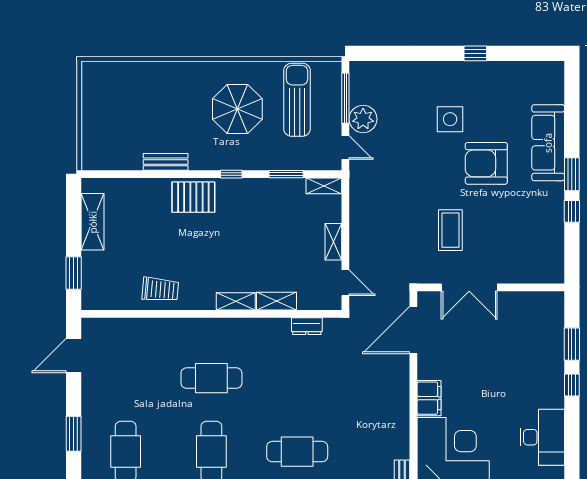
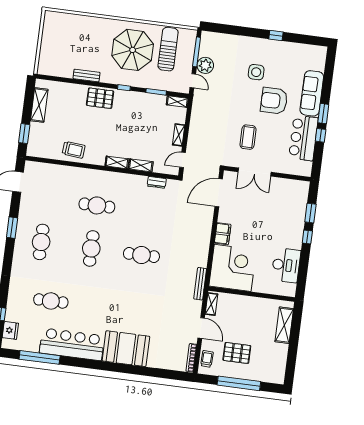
parasol: (237, 109) -> (133, 50), width x1.36, depth x1.36
bar counter: (544, 219) -> (303, 138), added
door: (345, 283) -> (183, 160), swing flipped

